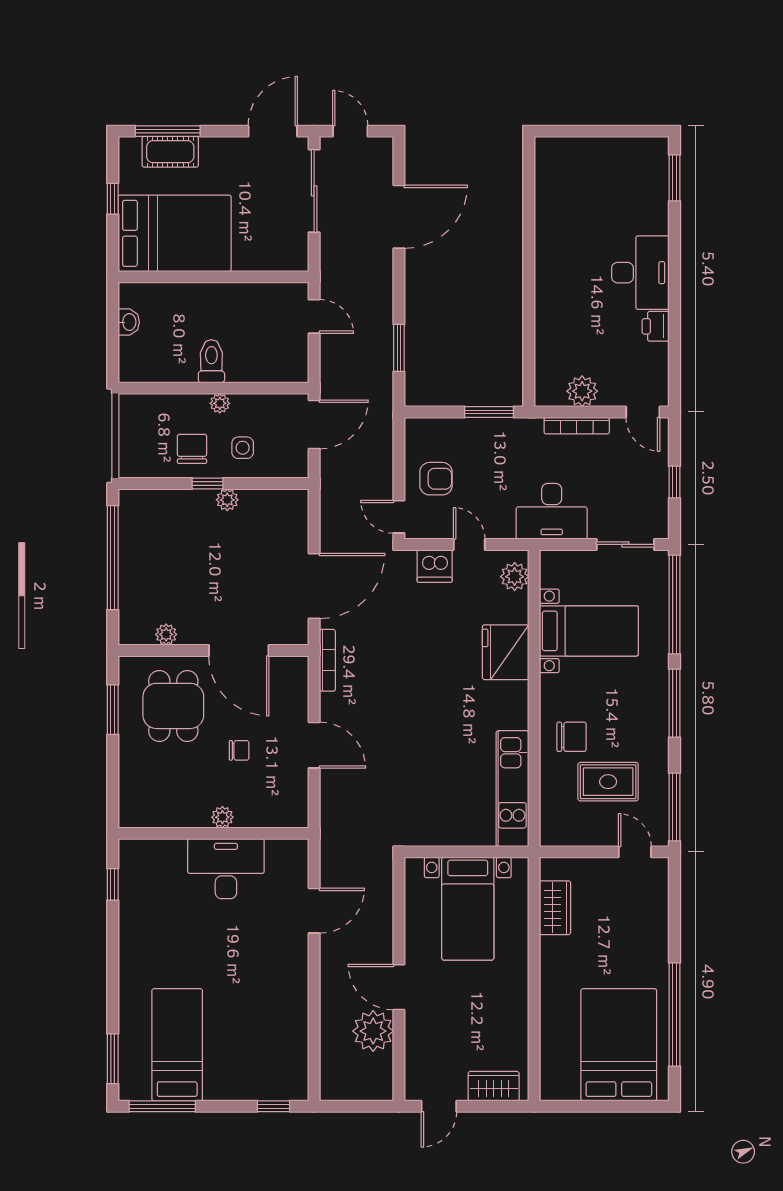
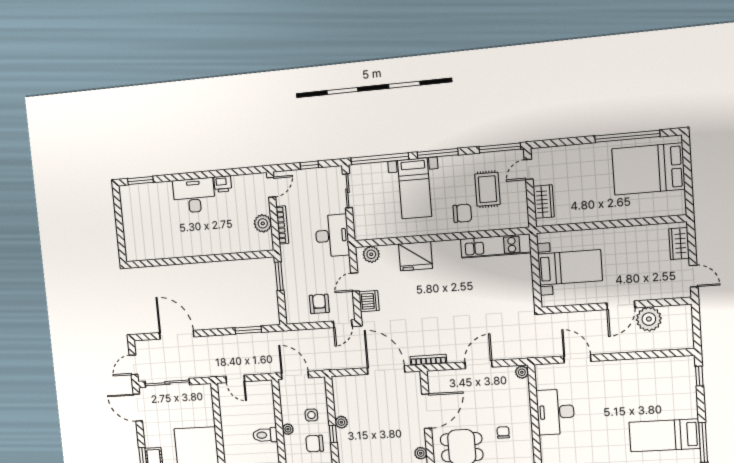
door: (314, 316) -> (235, 379), swing flipped
bed with nightstands: (589, 631) -> (415, 188), moved, turned 180
chair: (572, 737) -> (462, 213), turned 90
chair: (239, 750) -> (503, 432), moved
plant: (222, 817) -> (522, 372), moved
wardrobe: (555, 908) -> (544, 202), moved, turned 90

